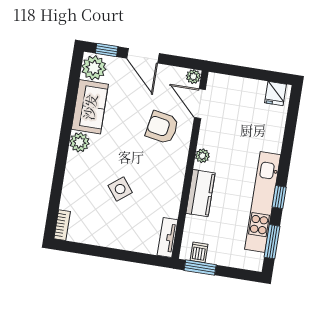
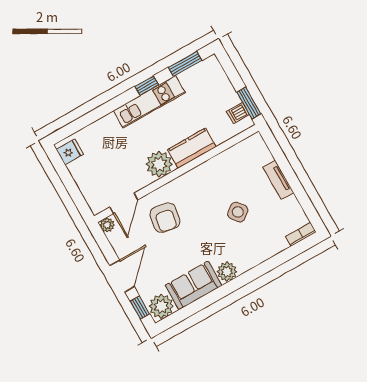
plant: (202, 156) -> (159, 164), width x1.88, depth x1.88
kitchen unit: (263, 202) -> (149, 102), width x0.73
tv unit: (167, 238) -> (278, 180), moved, turned 90

